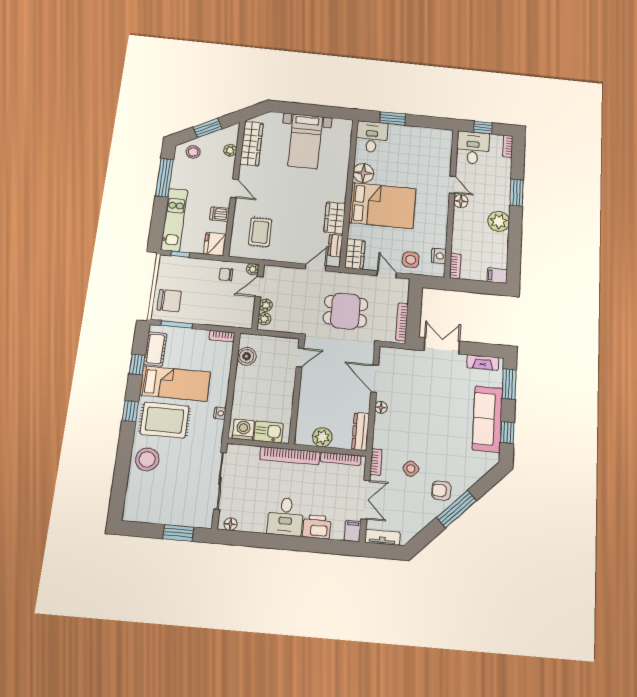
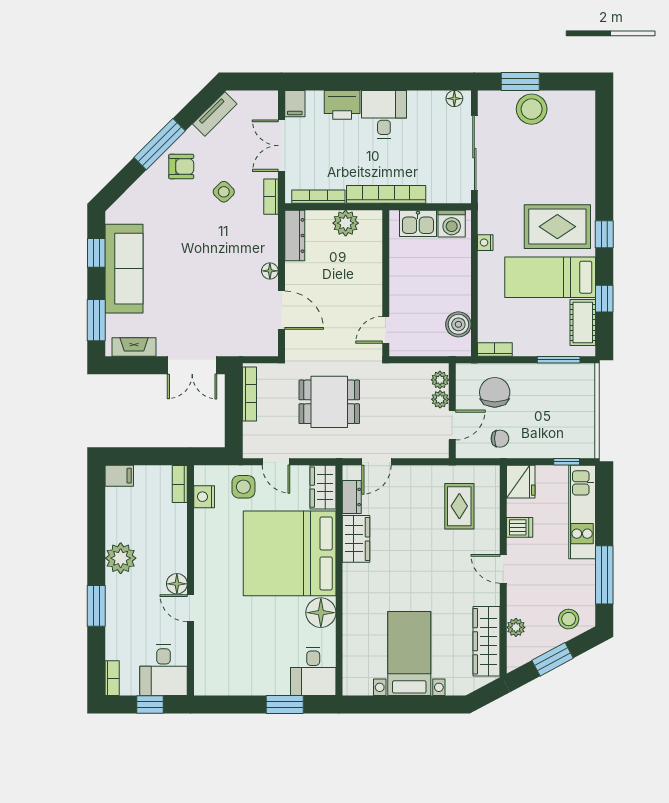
bed: (382, 206) -> (290, 553), width x1.36
plant: (253, 269) -> (464, 450), removed
chair: (169, 301) -> (495, 392), moved, turned 90
stool: (147, 459) -> (532, 109), moved
tv unit: (382, 537) -> (215, 114), moved, turned -45

